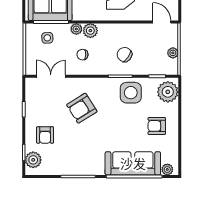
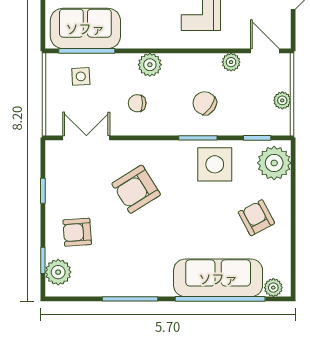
plant: (76, 29) -> (231, 62), moved
armchair: (157, 126) -> (256, 218), turned 62
armchair: (45, 135) -> (77, 232), turned 86

